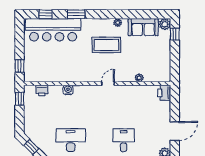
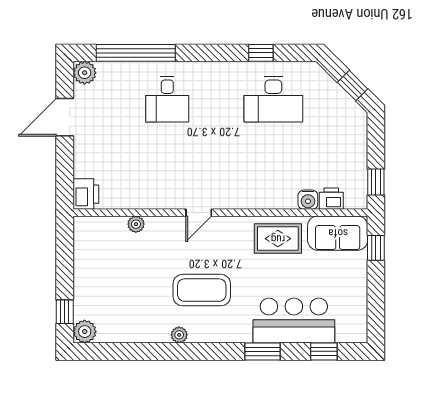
sofa: (143, 27) -> (338, 233), moved, turned 180
bar counter: (53, 30) -> (294, 321), width x0.73
rug: (68, 71) -> (278, 239), added
water cooler: (68, 90) -> (308, 200), moved

